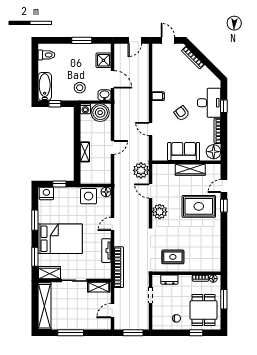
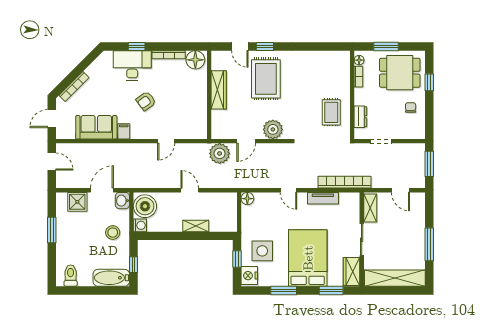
sofa: (184, 152) -> (96, 127), moved, turned 90
side table: (89, 196) -> (262, 251), moved

